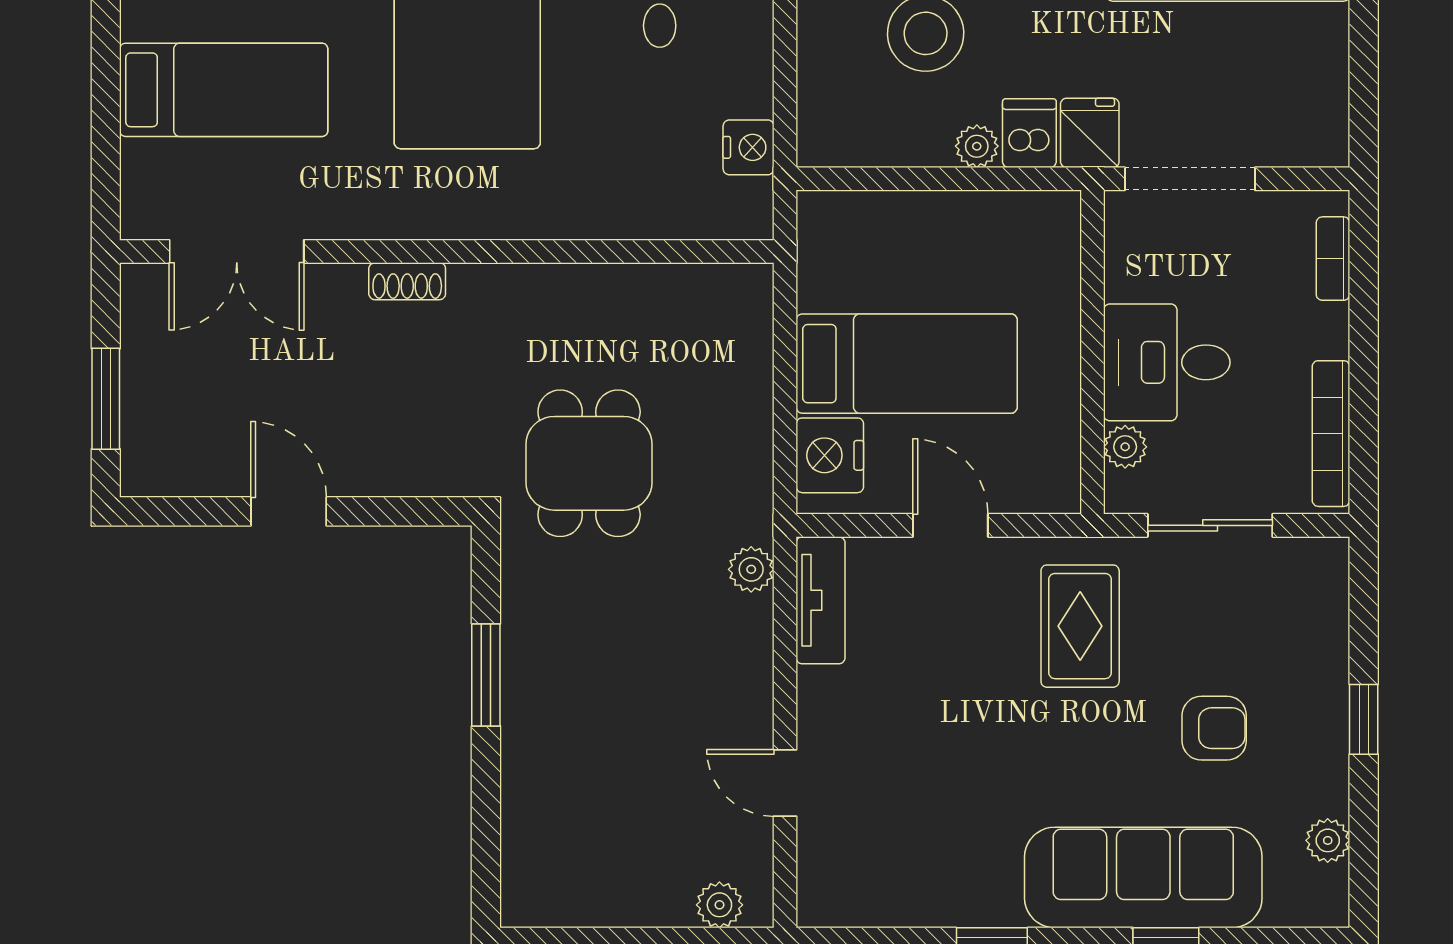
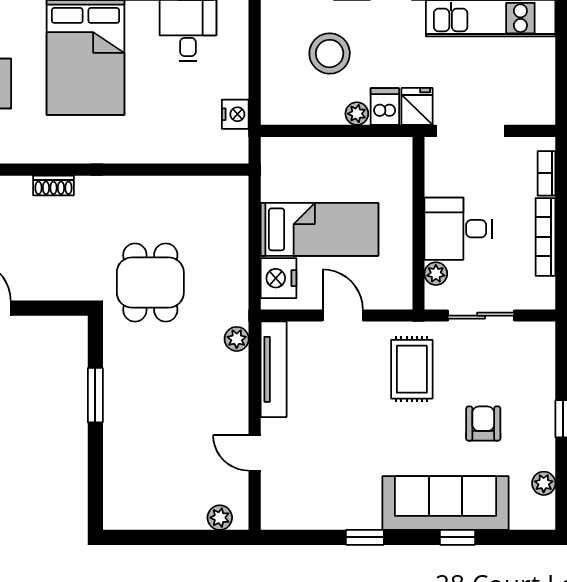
bookcase: (1331, 434) -> (545, 237), moved
tv unit: (821, 600) -> (274, 369), width x1.41
armchair: (1214, 728) -> (483, 424), turned -90

